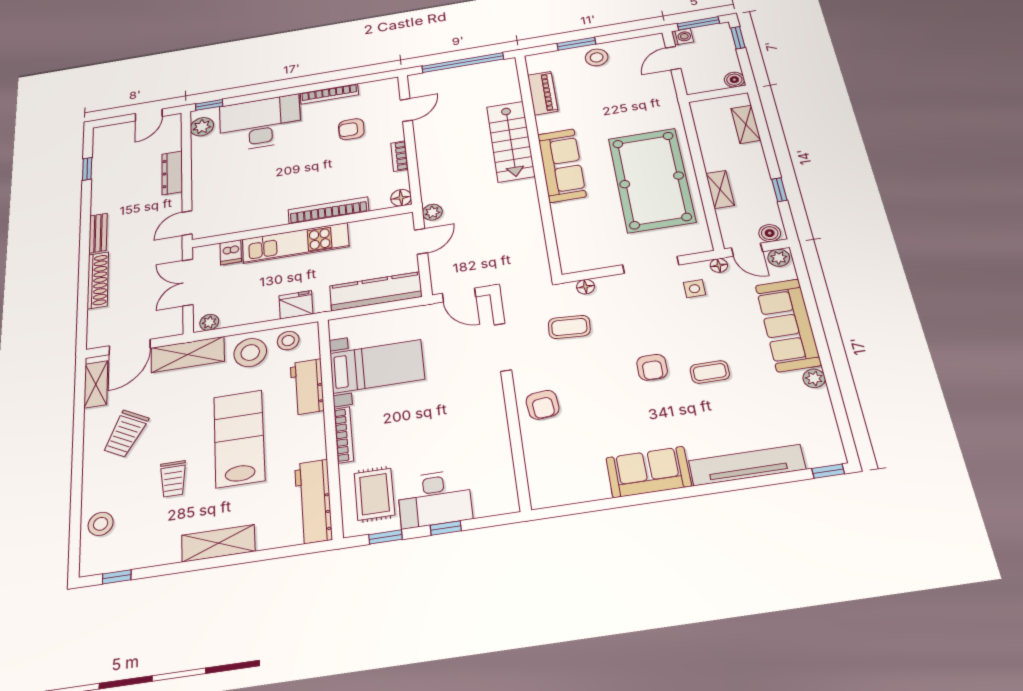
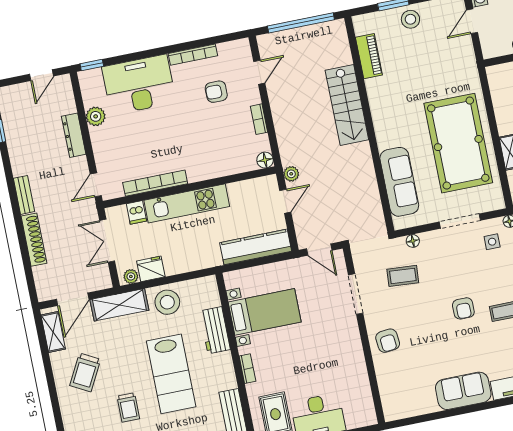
plant: (202, 127) -> (96, 116), moved
sofa: (562, 165) -> (399, 182), moved
bookcase: (328, 210) -> (155, 183), moved
fridge: (296, 305) -> (151, 269), moved
stool: (288, 341) -> (195, 291), removed
bookcase: (344, 435) -> (247, 369), width x0.64
lab bench: (239, 438) -> (171, 374), turned 180

